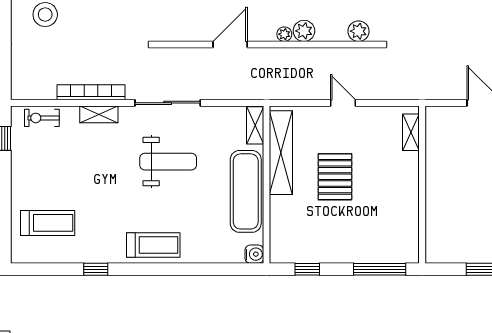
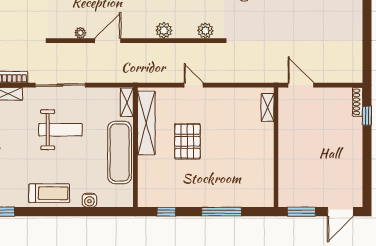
plant: (284, 34) -> (80, 33), moved
shelving: (411, 132) -> (268, 107), moved
wall: (422, 185) -> (276, 147), moved
water cooler: (254, 254) -> (89, 200), moved, turned 90

